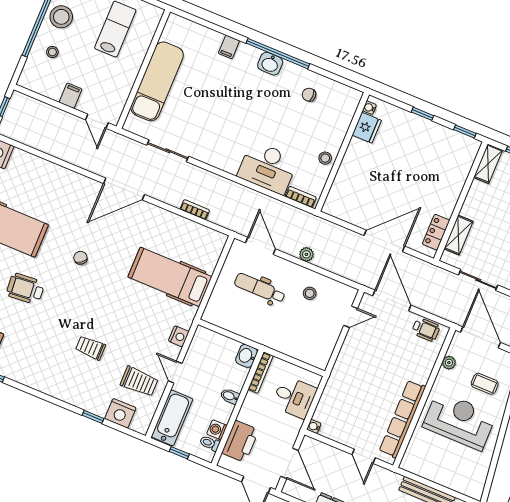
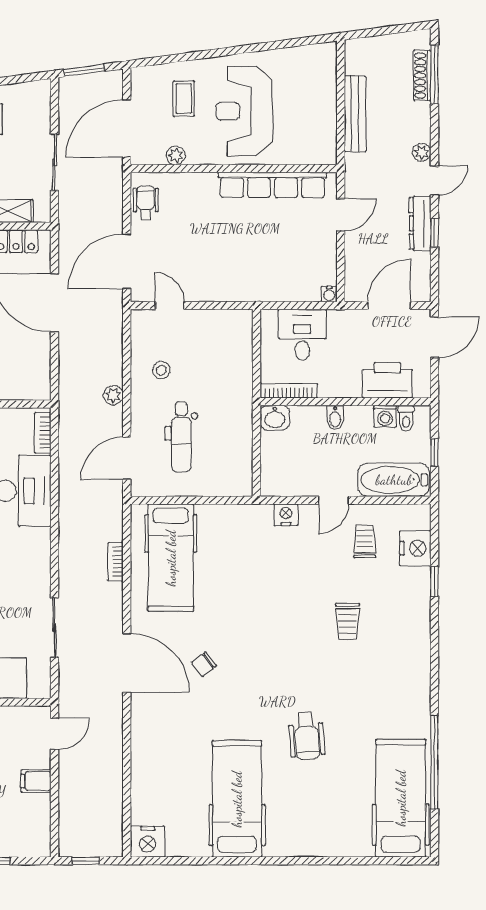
chair: (80, 258) -> (204, 664), moved
hospital bed: (170, 277) -> (171, 558), moved
trolley: (139, 382) -> (365, 541), width x0.73, depth x0.72

